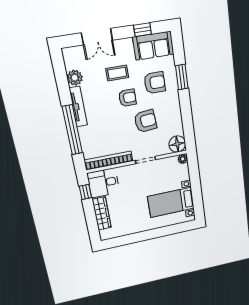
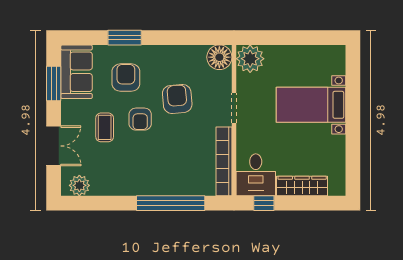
window: (142, 30) -> (54, 83), width x1.50
plant: (75, 78) -> (79, 185), moved
armchair: (127, 98) -> (140, 119), turned 180
tv unit: (78, 107) -> (140, 188), removed
plant: (183, 159) -> (250, 59), width x1.87, depth x1.87
bed with nightstands: (171, 202) -> (311, 105), moved, turned 90

